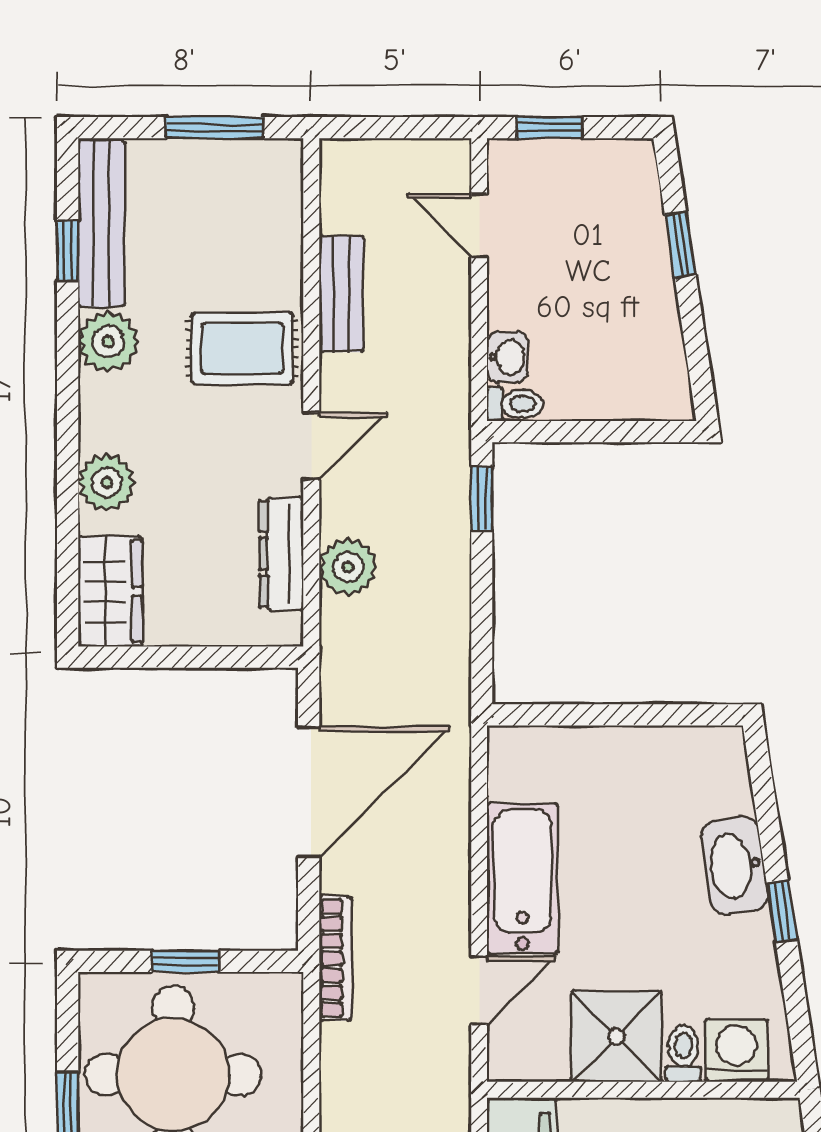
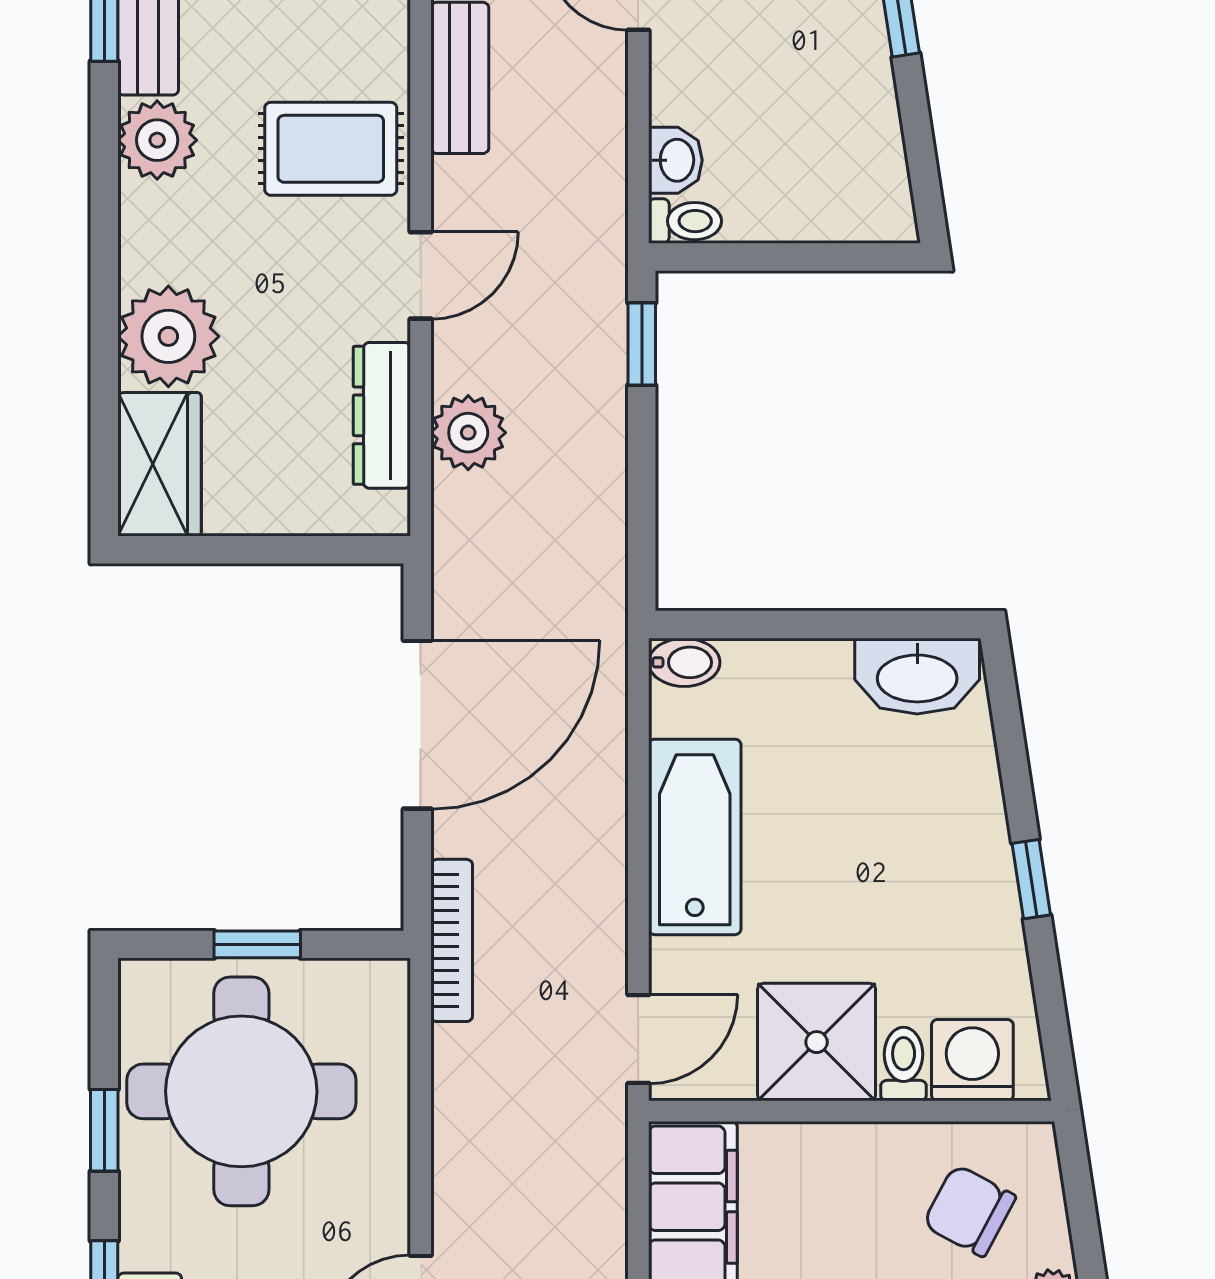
plant: (107, 482) -> (168, 336), width x1.36, depth x1.36
bidet: (514, 744) -> (684, 662), added
washbasin: (735, 865) -> (917, 676), moved, turned -81
door: (479, 991) -> (638, 1039), moved

